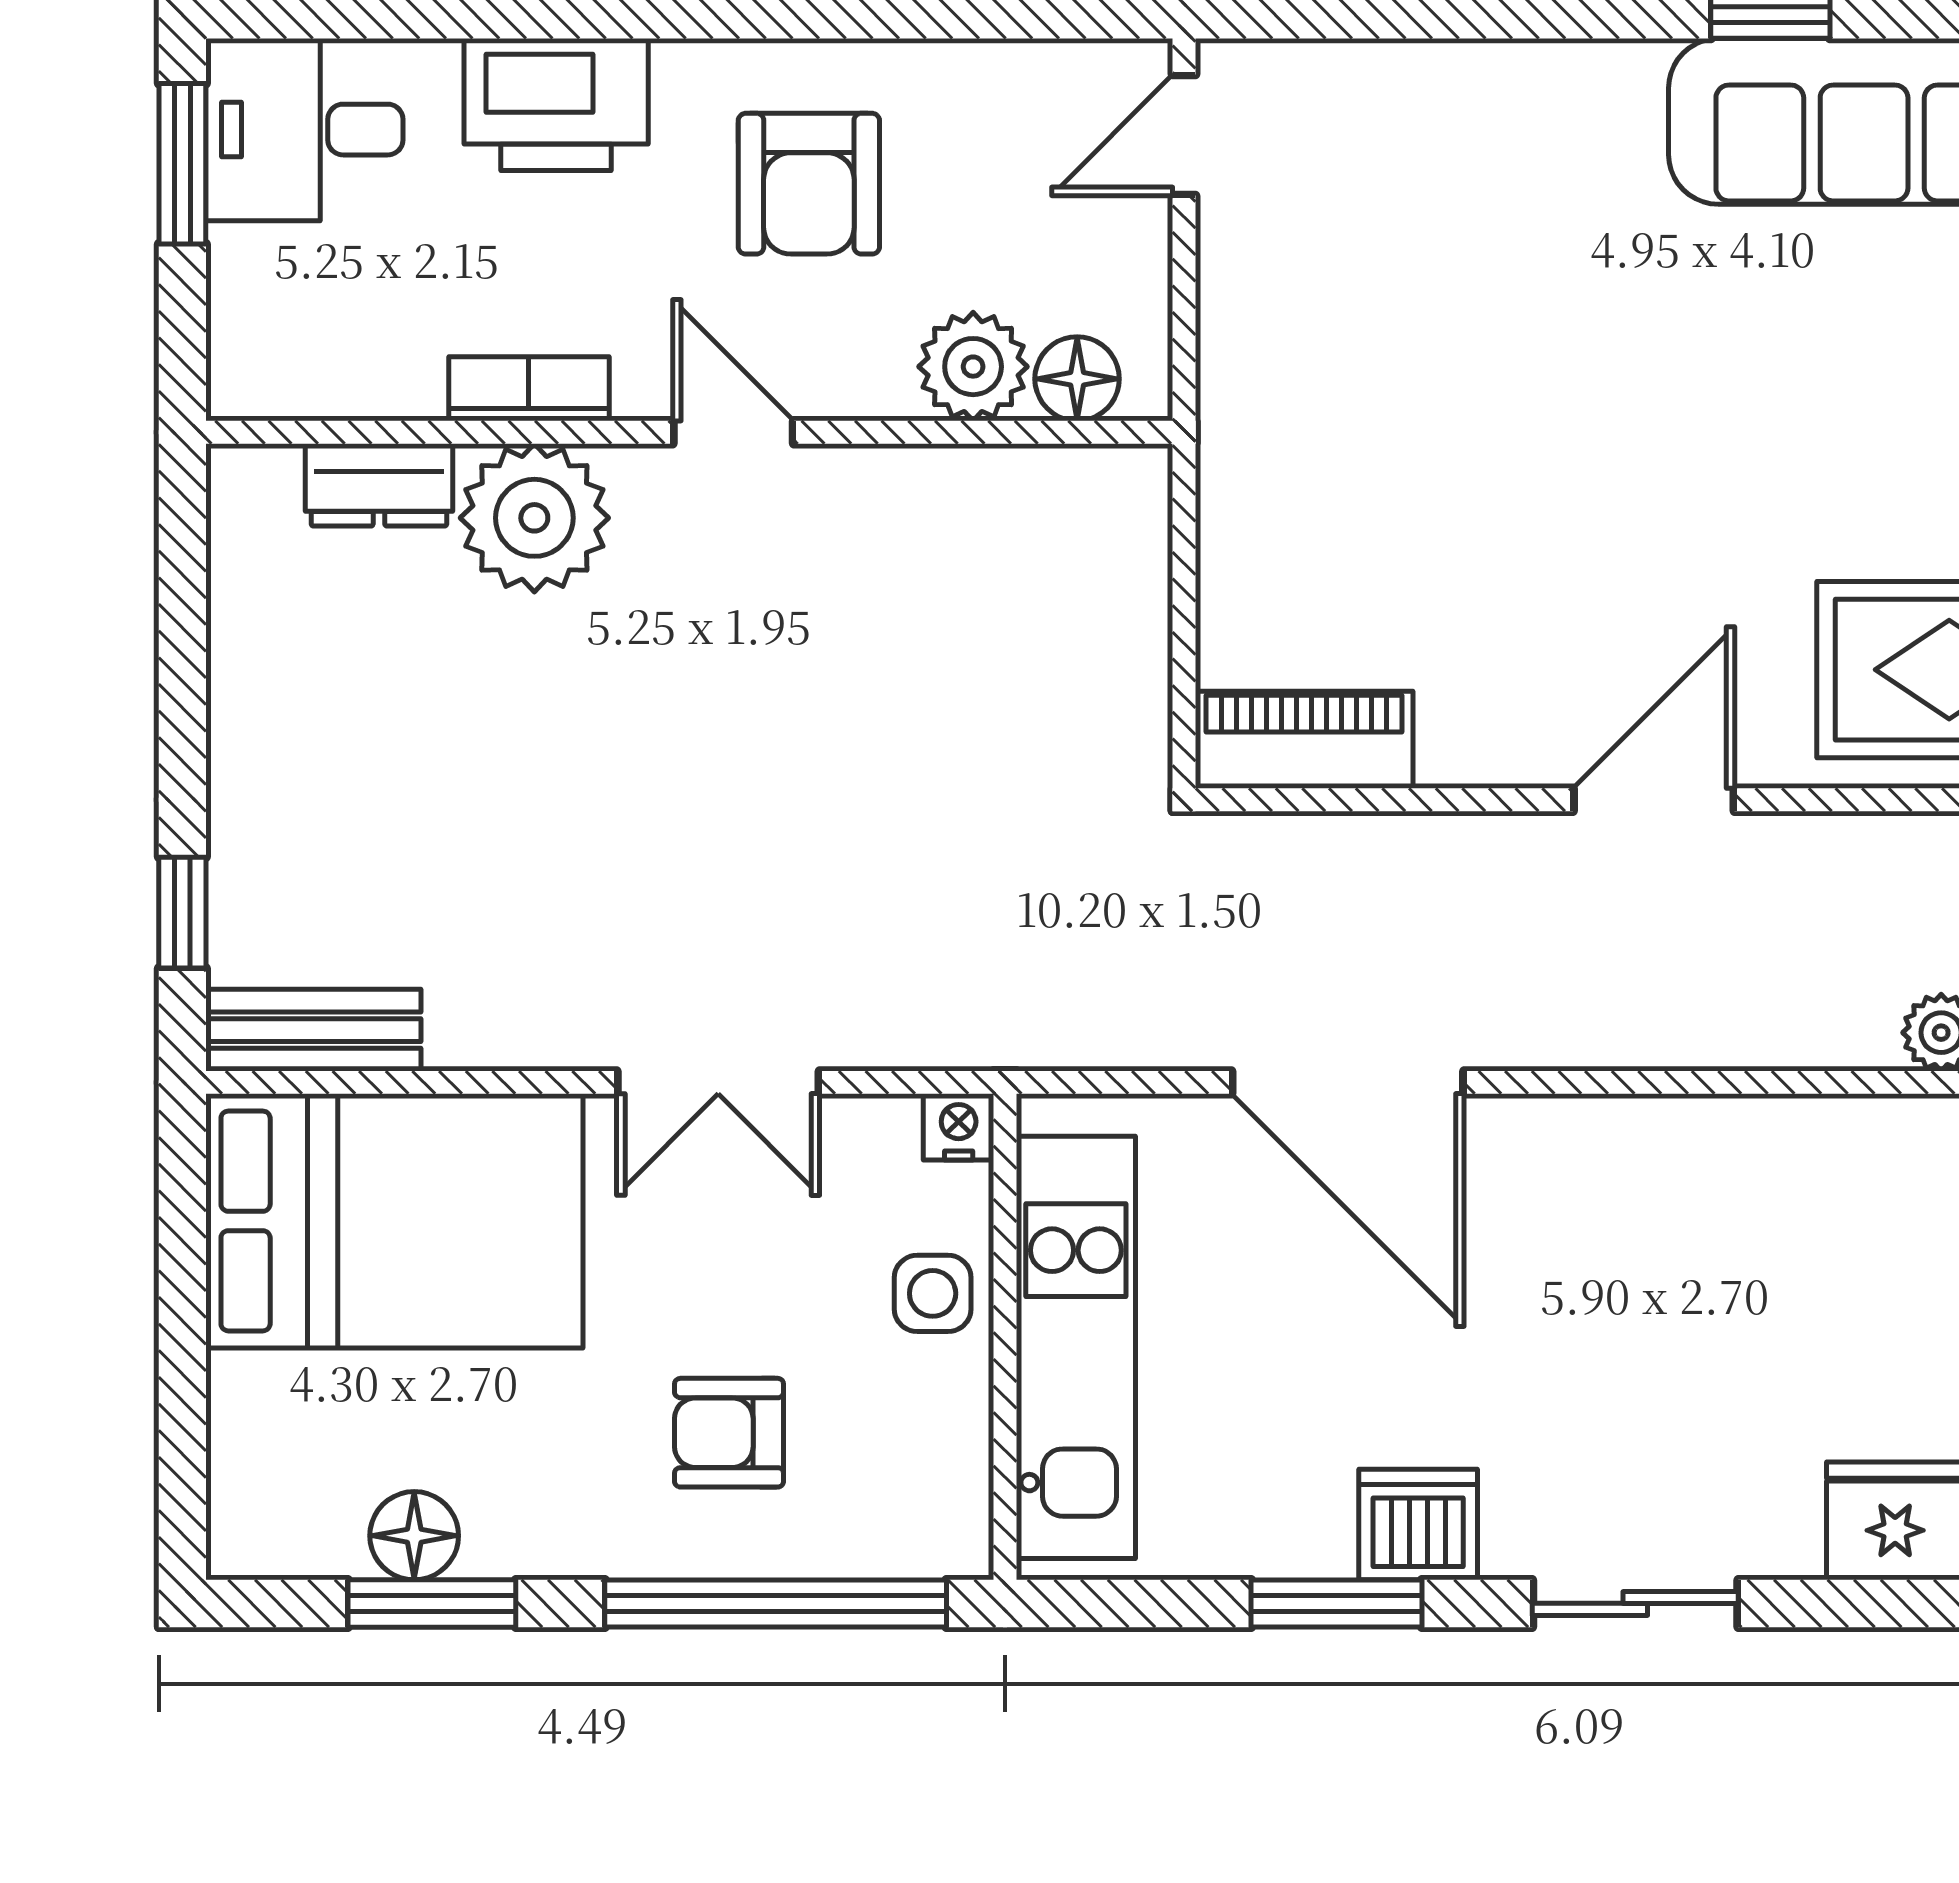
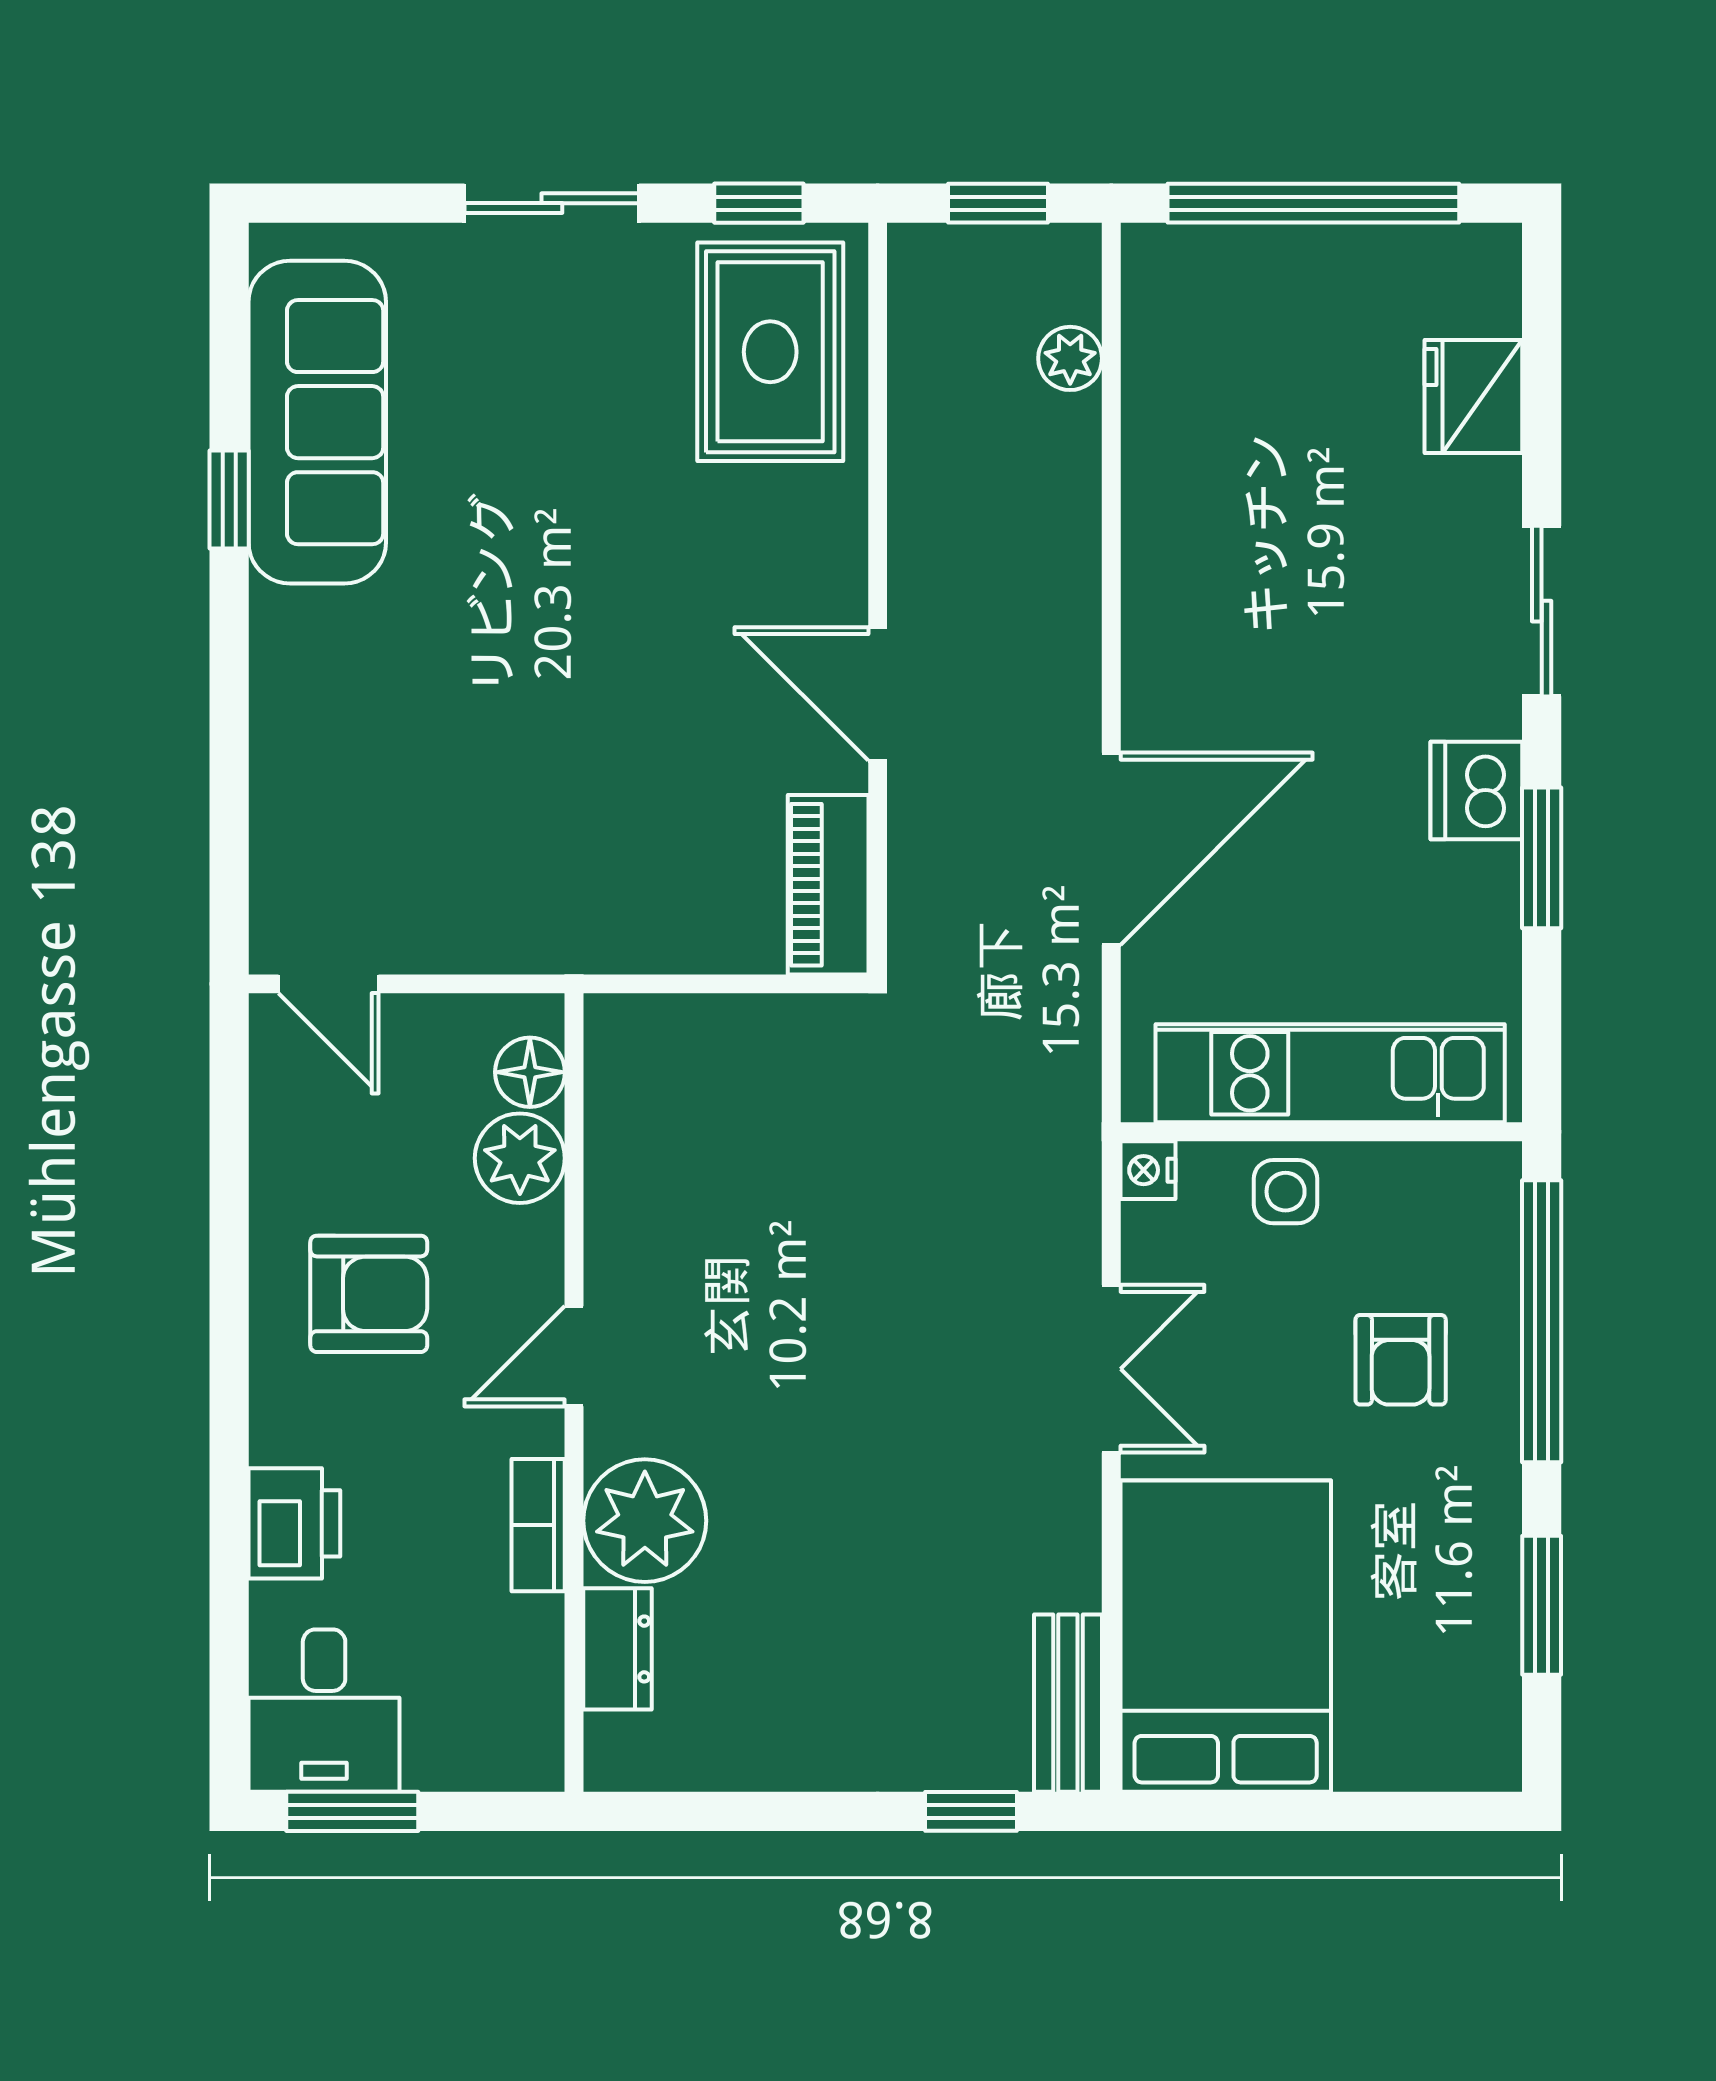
printer: (556, 104) -> (294, 1523), width x0.73, depth x0.84
door: (1654, 800) -> (878, 694), moved
floor lamp: (414, 1536) -> (1486, 1620), removed

